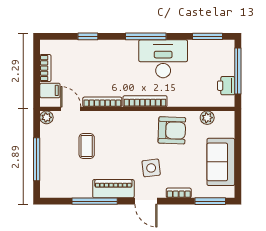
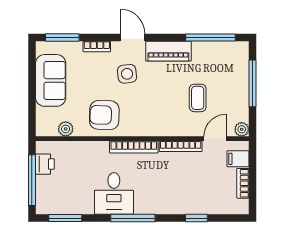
desk: (163, 59) -> (114, 193), width x0.73
door: (71, 109) -> (215, 139), swing flipped
window: (95, 201) -> (210, 37), moved

